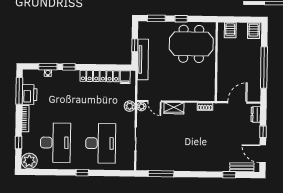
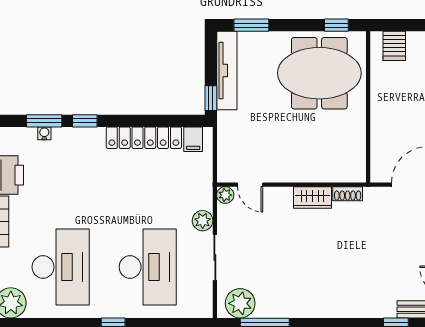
window: (181, 19) -> (336, 25), moved
window: (135, 45) -> (211, 98), moved
tv unit: (143, 59) -> (227, 71), moved
plant: (130, 106) -> (203, 221), moved
wardrobe: (174, 108) -> (312, 197), moved
plant: (148, 163) -> (240, 303), added

